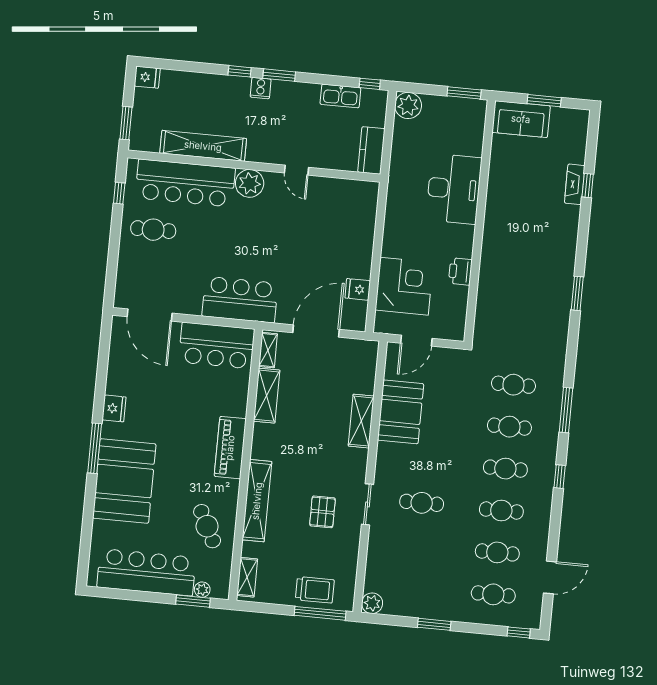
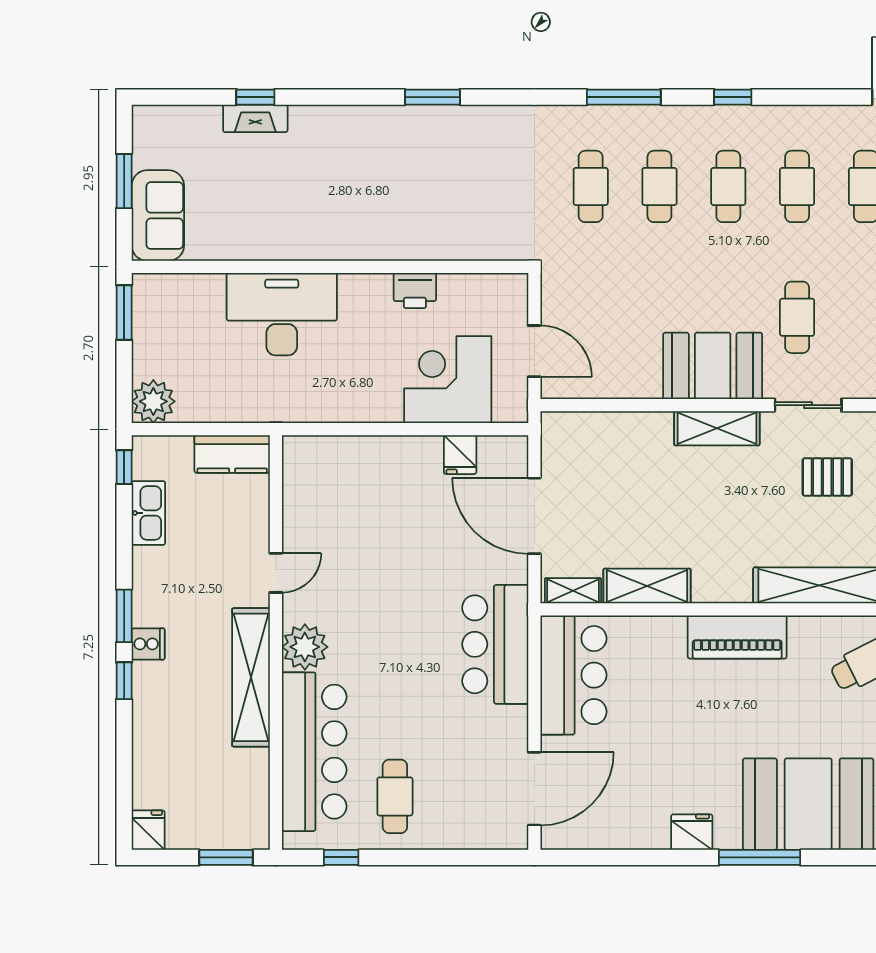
shelving: (203, 146) -> (251, 677), moved
booth: (400, 412) -> (713, 366), moved
shelving: (361, 421) -> (717, 428), moved

